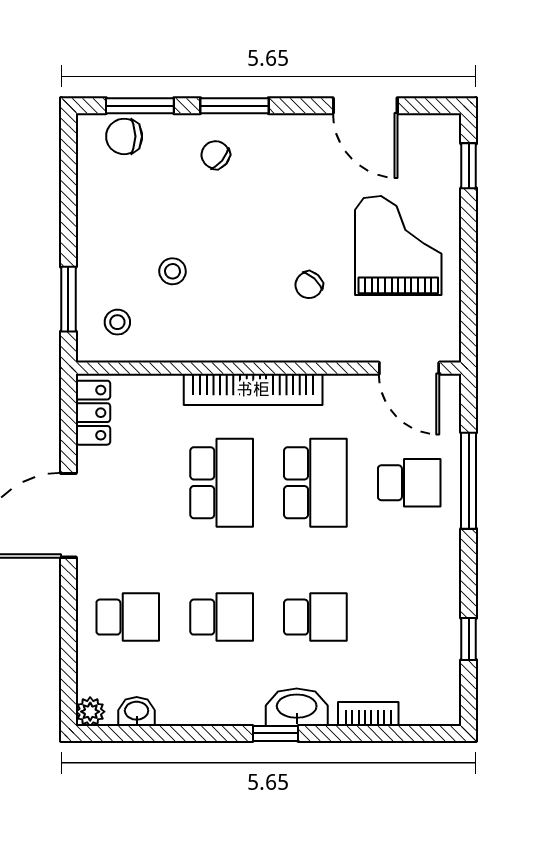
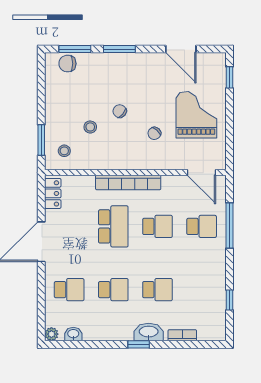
chair: (215, 155) -> (120, 111), moved
school desk: (315, 483) -> (157, 226), width x0.54

